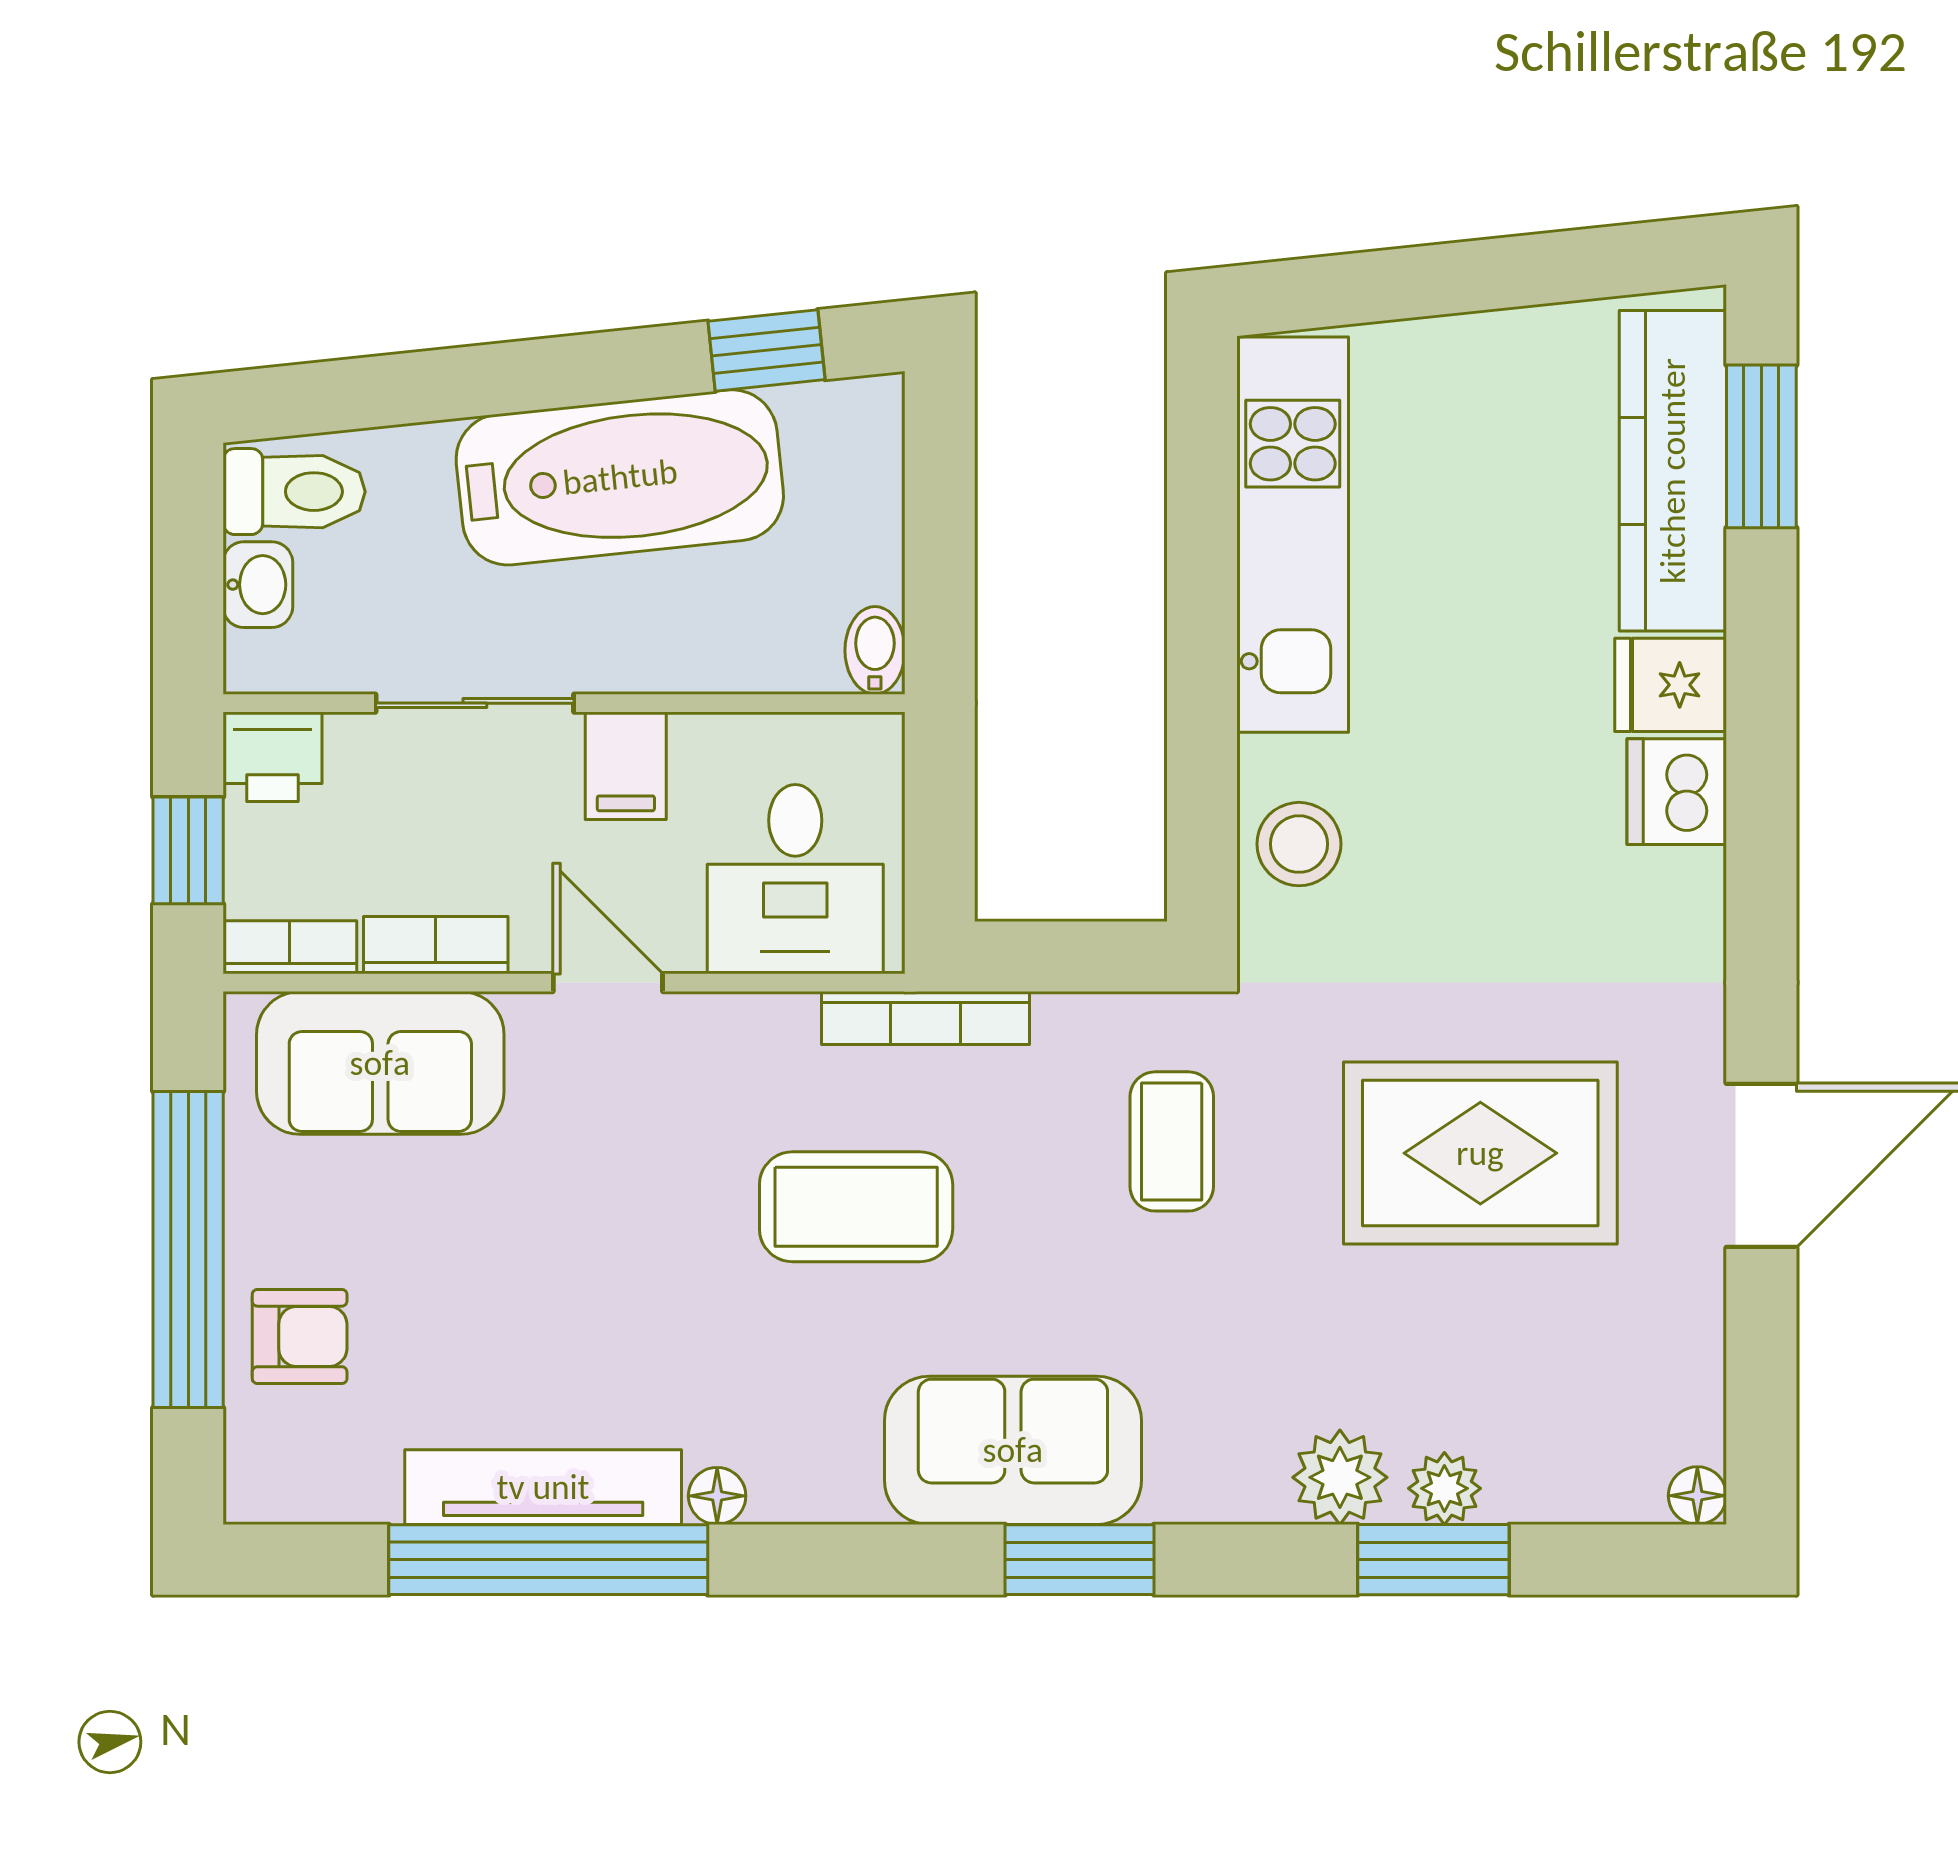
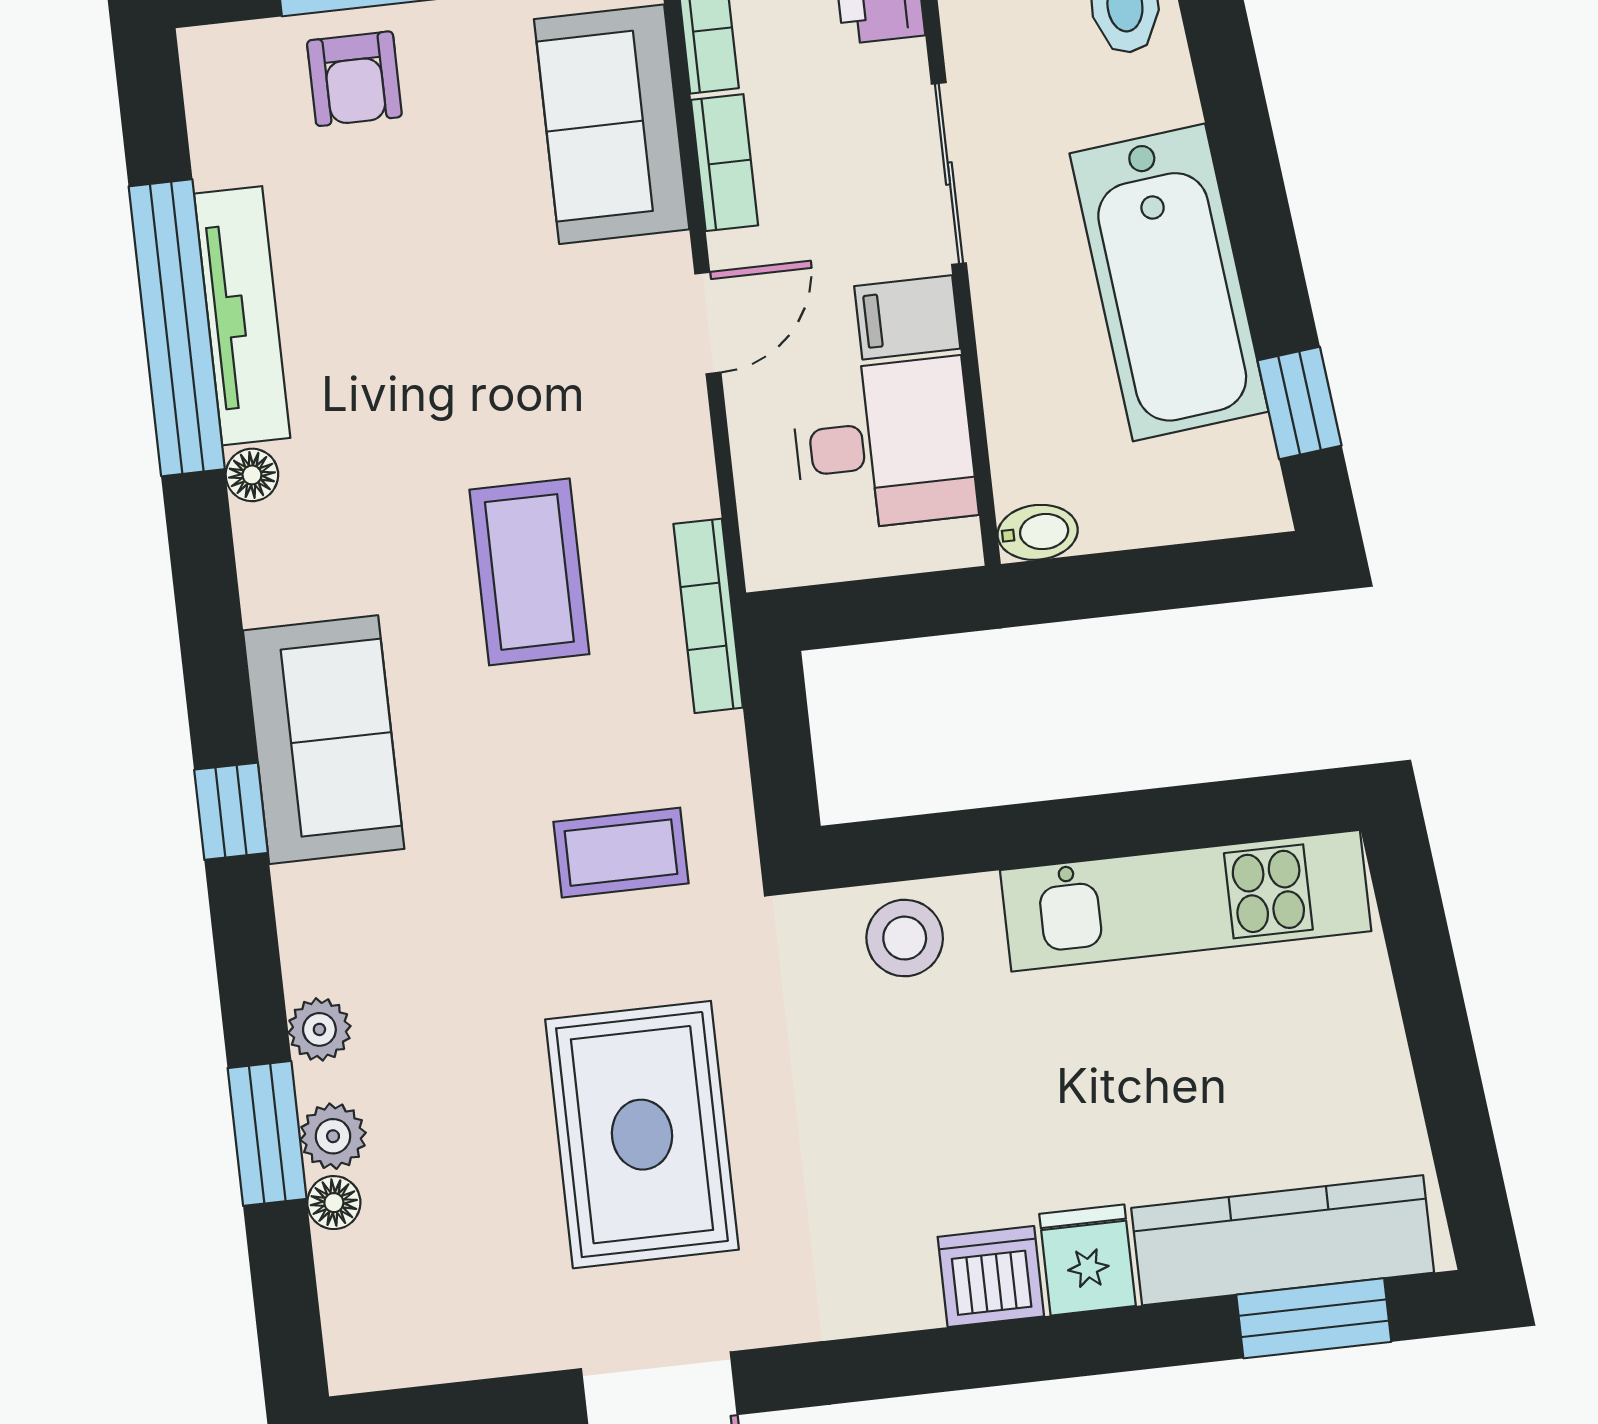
desk: (795, 879) -> (884, 445), moved, turned 180
plant: (1340, 1477) -> (319, 1029), width x0.73, depth x0.73
floor lamp: (1697, 1496) -> (334, 1203), moved
window: (1079, 1560) -> (231, 811), width x0.67

